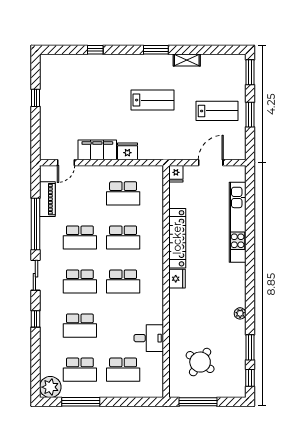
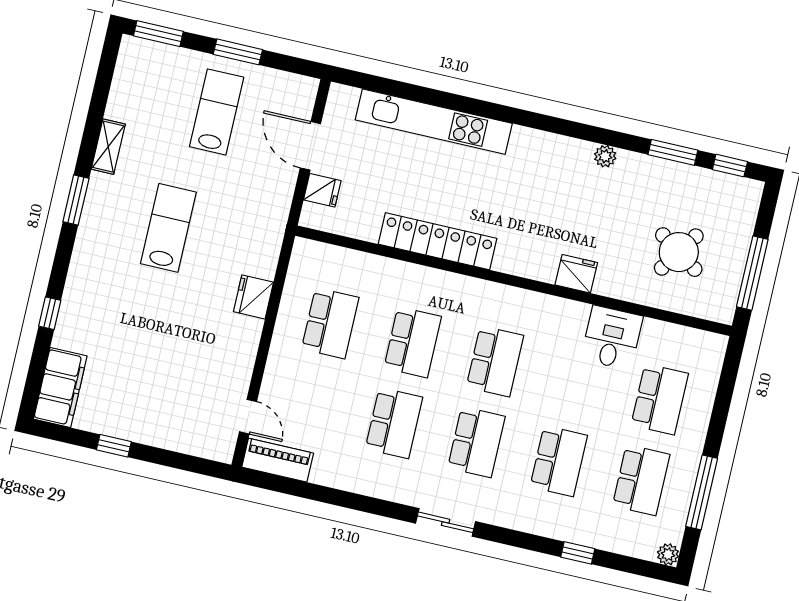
filing cabinet: (97, 150) -> (60, 388), moved, turned 180
fridge: (176, 174) -> (322, 190), moved
piano: (47, 199) -> (278, 460), moved
window: (35, 224) -> (350, 500), removed
fridge: (177, 279) -> (576, 274), moved
window: (35, 319) -> (578, 553), moved
plant: (50, 387) -> (668, 554), width x0.53, depth x0.53

